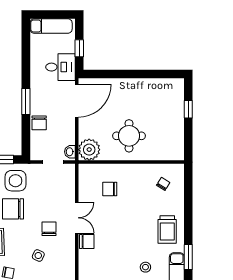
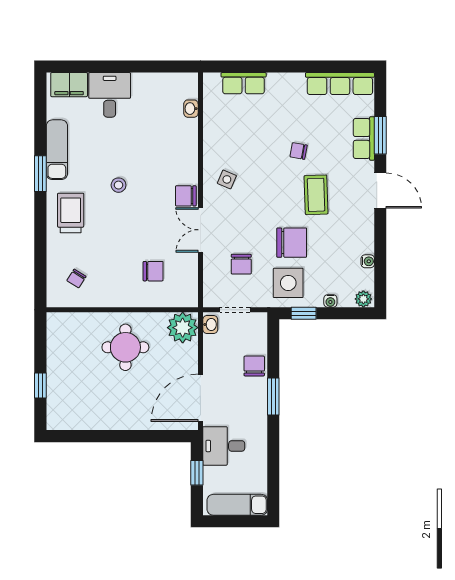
chair: (49, 229) -> (241, 264), moved
side table: (38, 256) -> (227, 179), moved
stool: (145, 267) -> (119, 185), moved

